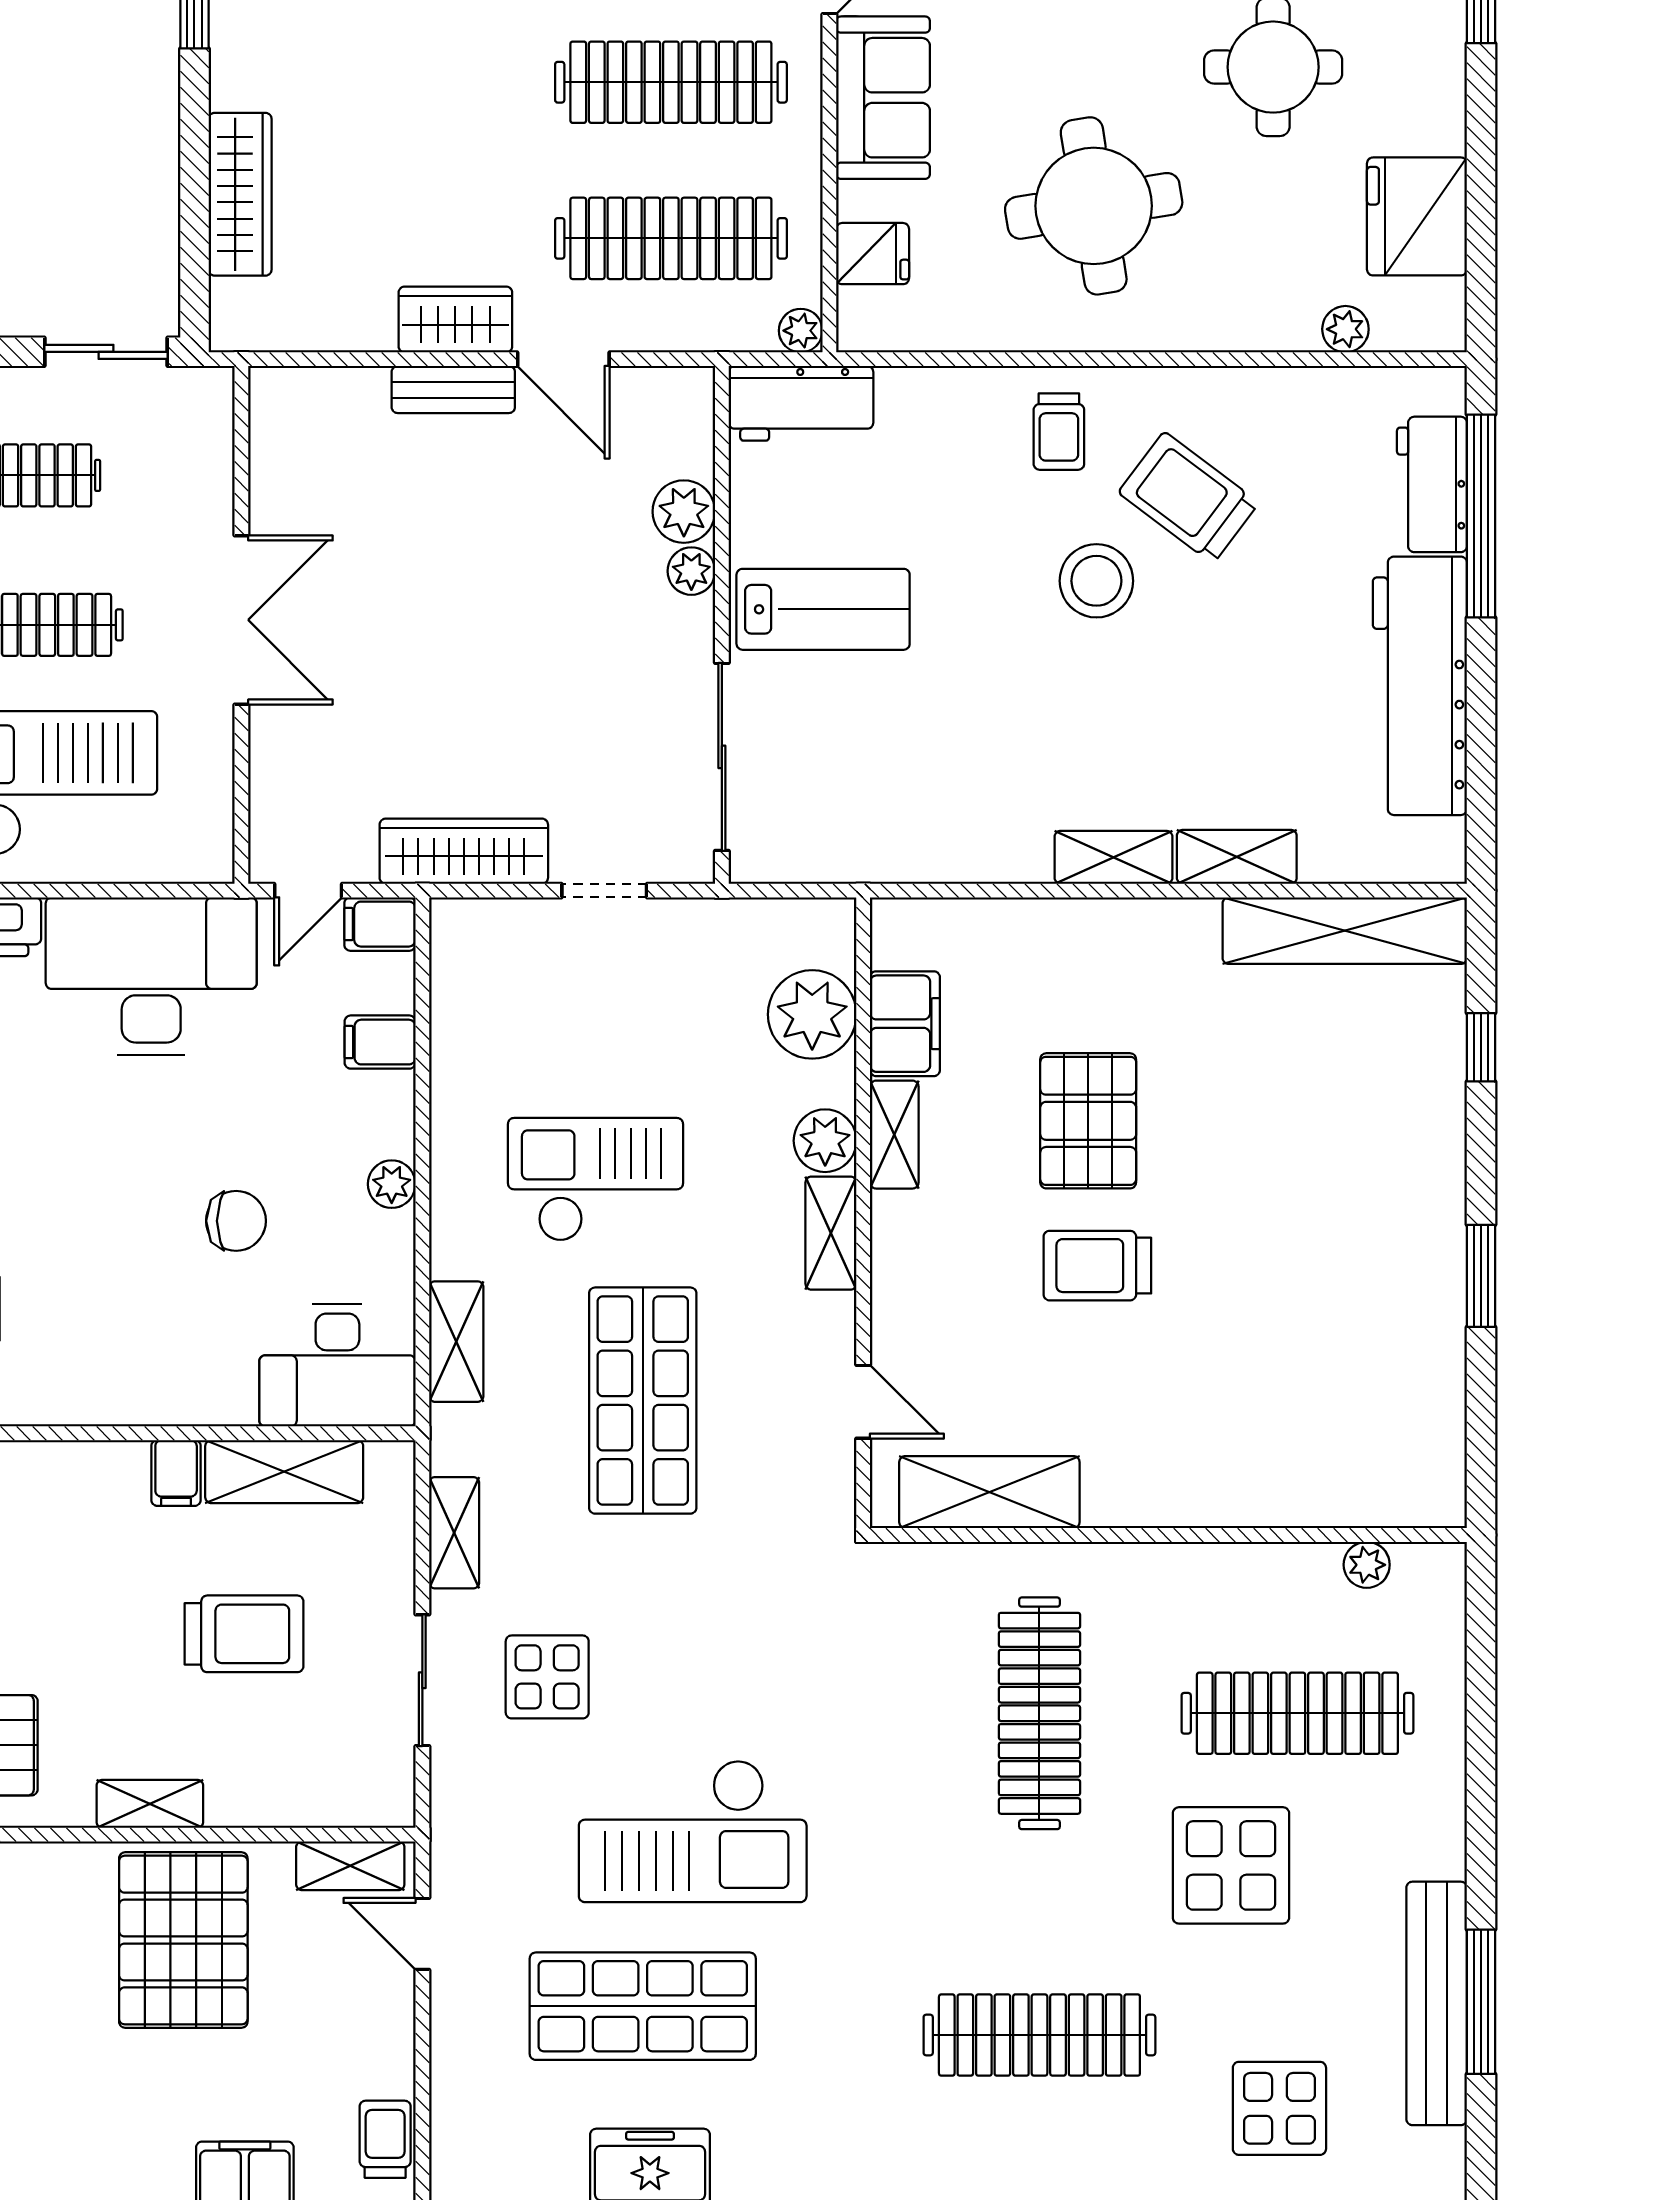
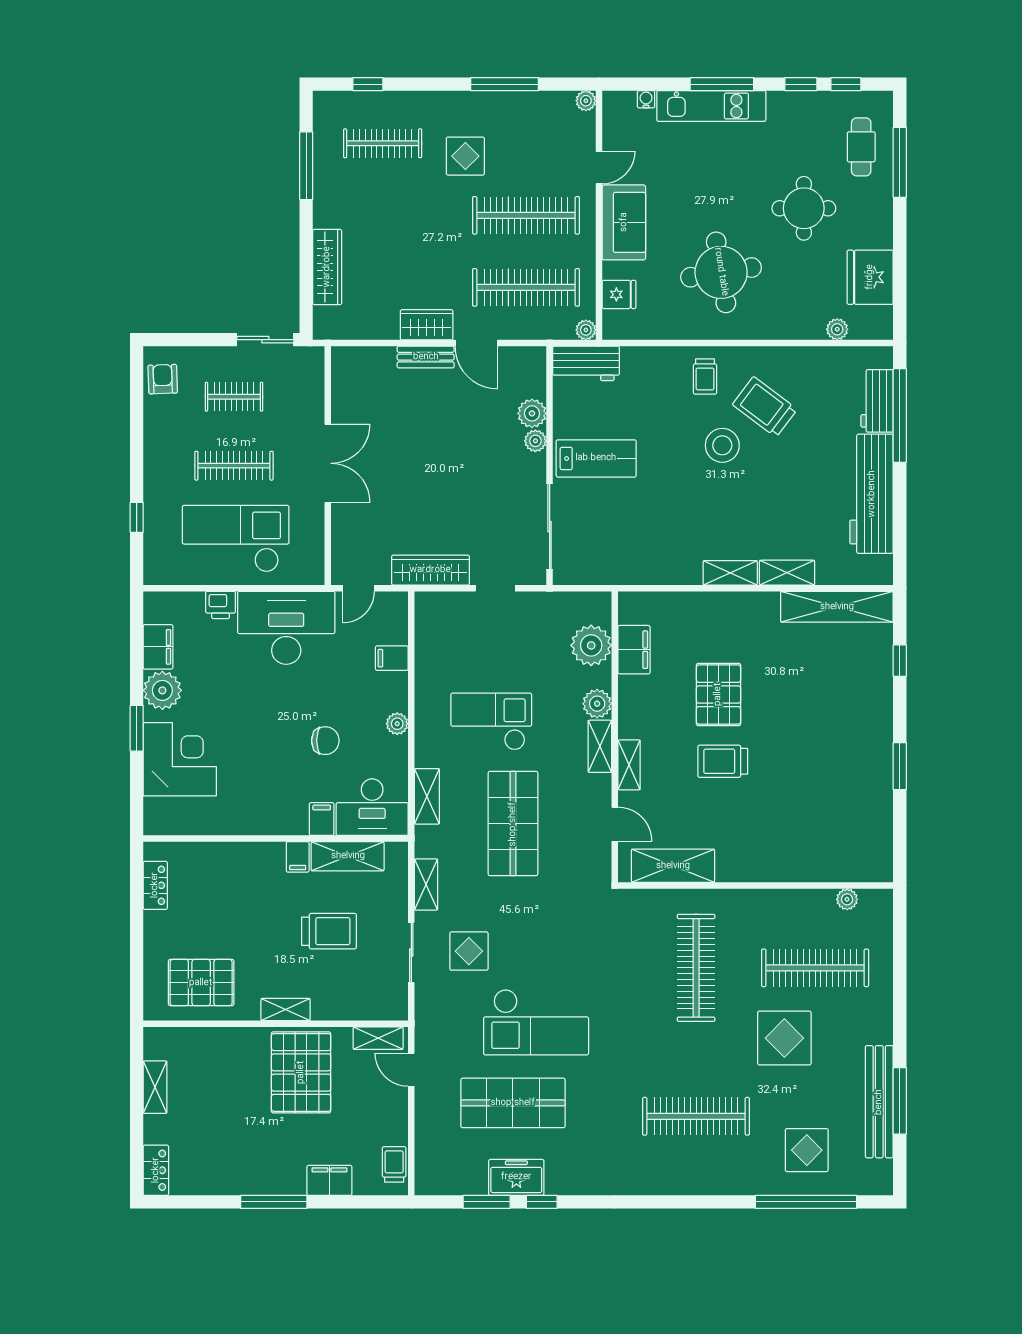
filing cabinet: (380, 924) -> (322, 819), moved, turned 90
shelving: (894, 1135) -> (629, 765), moved

